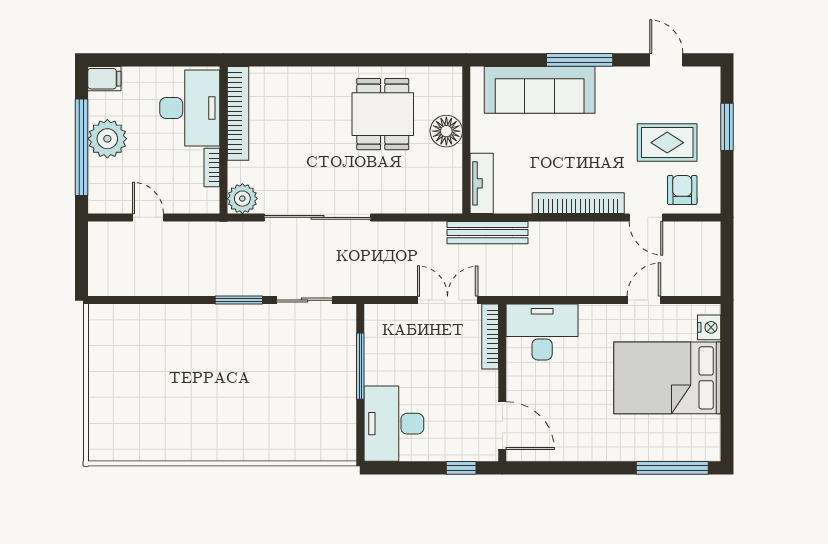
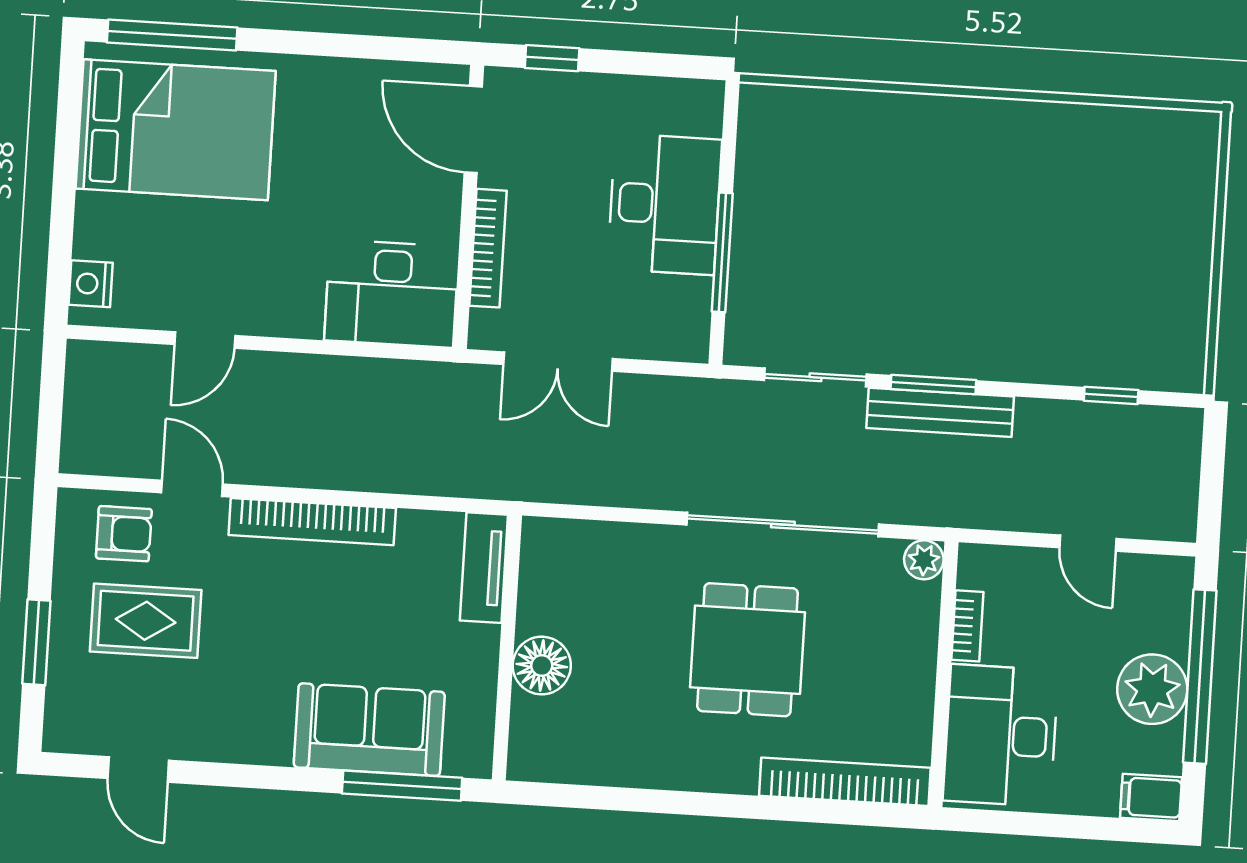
window: (580, 60) -> (402, 786), moved
sofa: (540, 90) -> (369, 730), width x0.73
bookcase: (238, 113) -> (845, 782), moved, turned 90
dining table: (383, 114) -> (748, 650), moved
armchair: (682, 190) -> (124, 534), turned -90
plant: (242, 199) -> (924, 560), width x0.73, depth x0.73
bench: (487, 233) -> (940, 412), moved
window: (140, 300) -> (1111, 395), added
bookcase: (490, 336) -> (488, 248), moved
bed: (667, 378) -> (176, 130), moved
desk: (394, 424) -> (665, 204), moved

